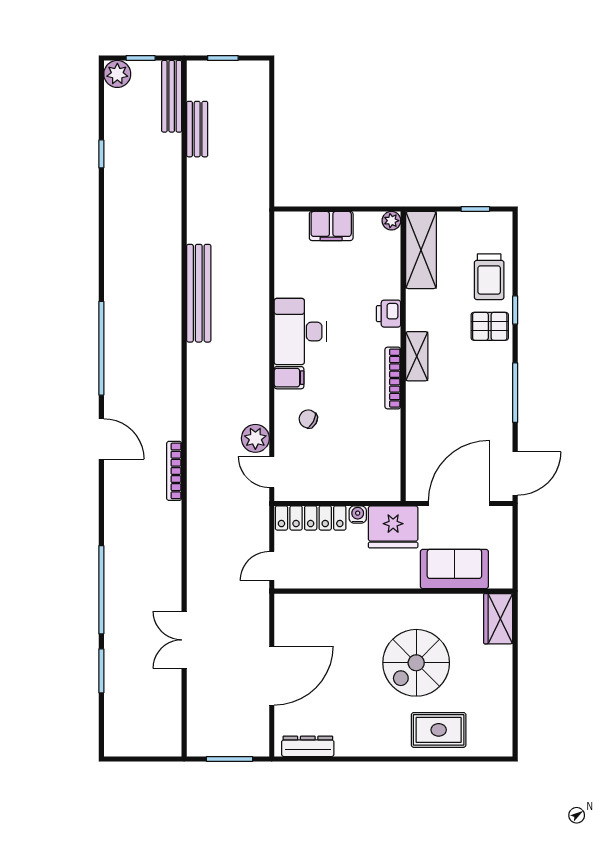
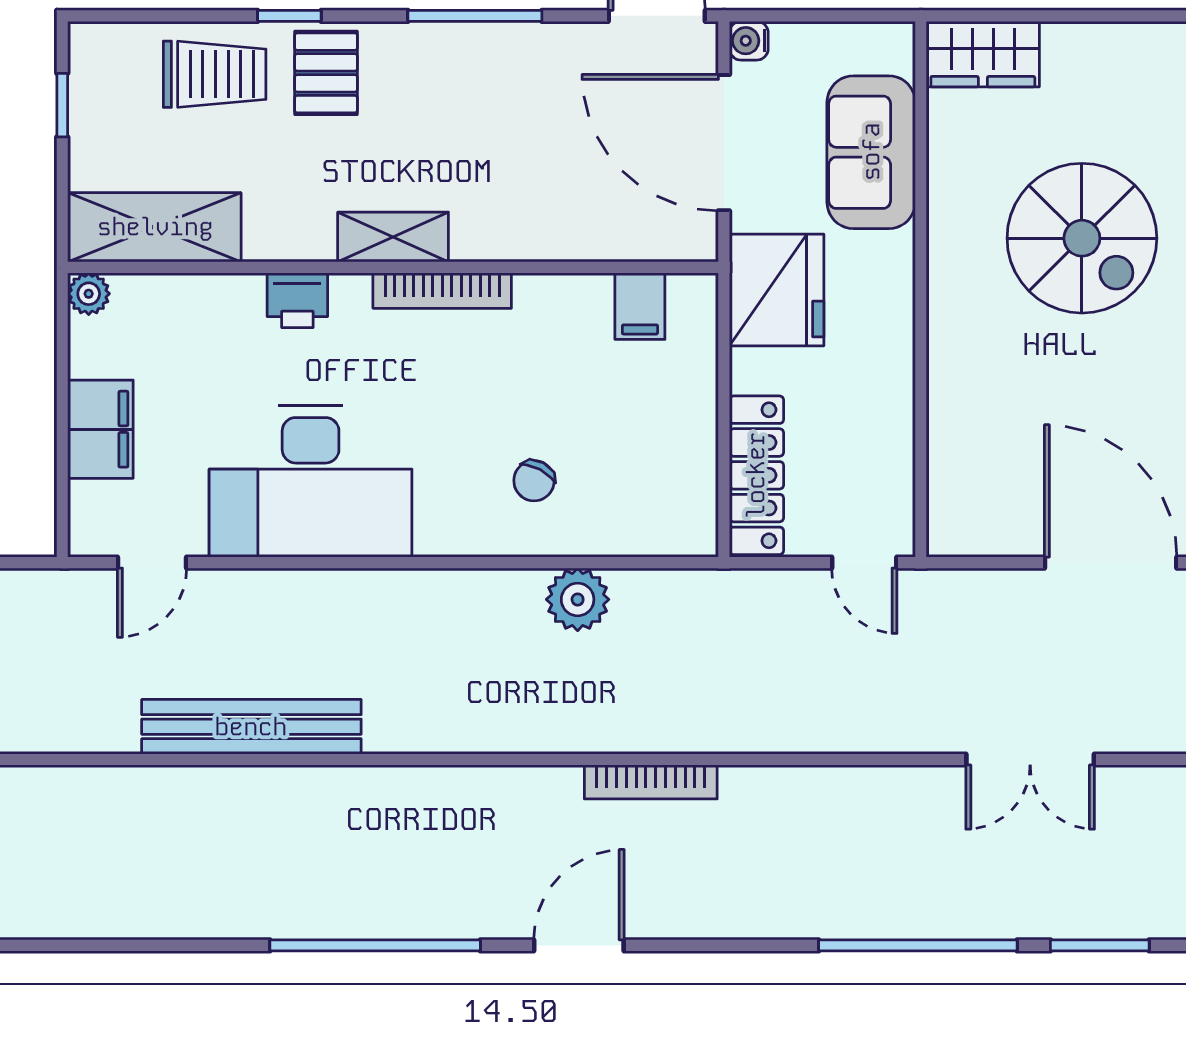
desk: (300, 332) -> (311, 481), width x1.36, depth x1.30
filing cabinet: (289, 378) -> (640, 306), moved, turned 180
door: (272, 472) -> (152, 563), moved
water cooler: (358, 515) -> (749, 41), moved

